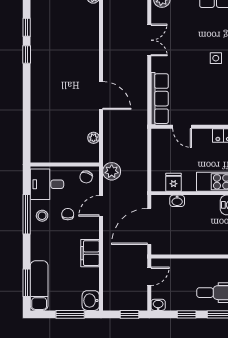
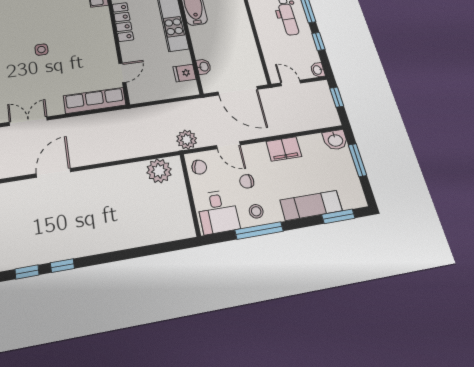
door: (101, 95) -> (53, 173), moved
plant: (94, 138) -> (159, 171), width x1.87, depth x1.87
exam couch: (39, 286) -> (311, 205), moved

